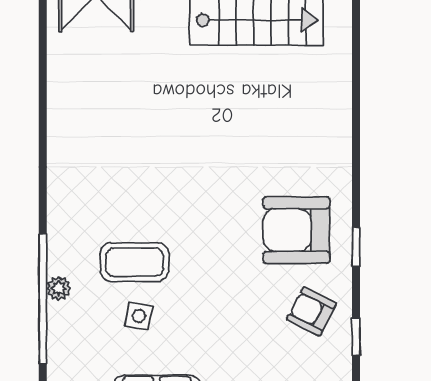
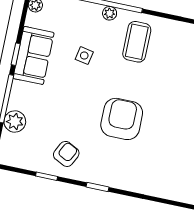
armchair: (296, 230) -> (122, 119), moved
coffee table: (135, 262) -> (137, 42), moved

